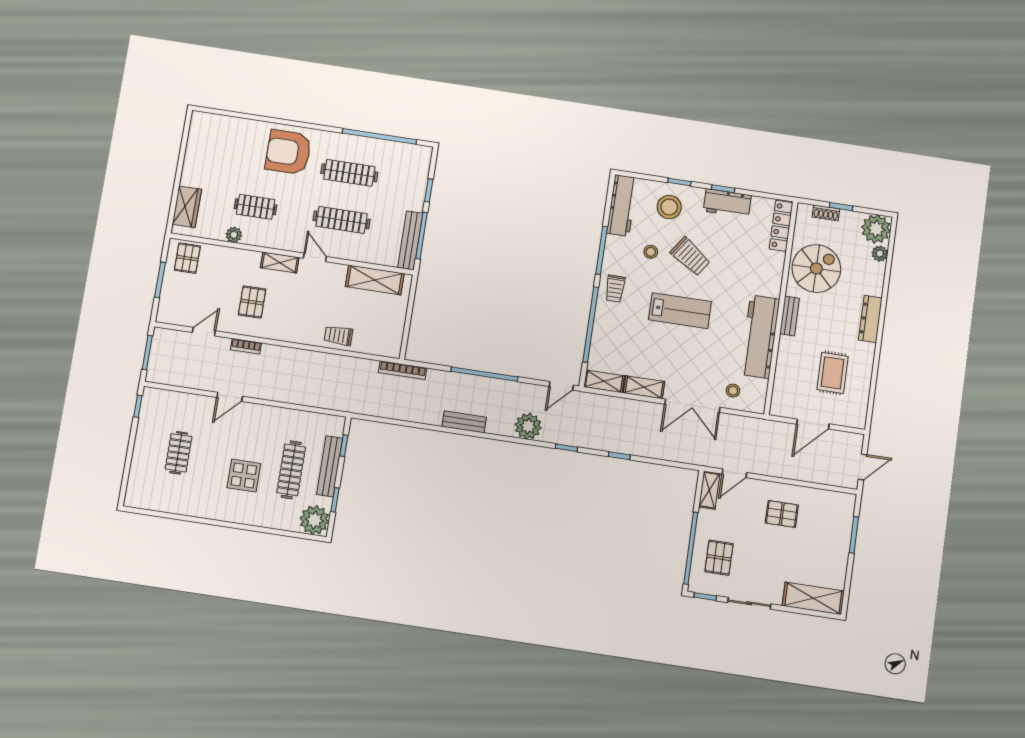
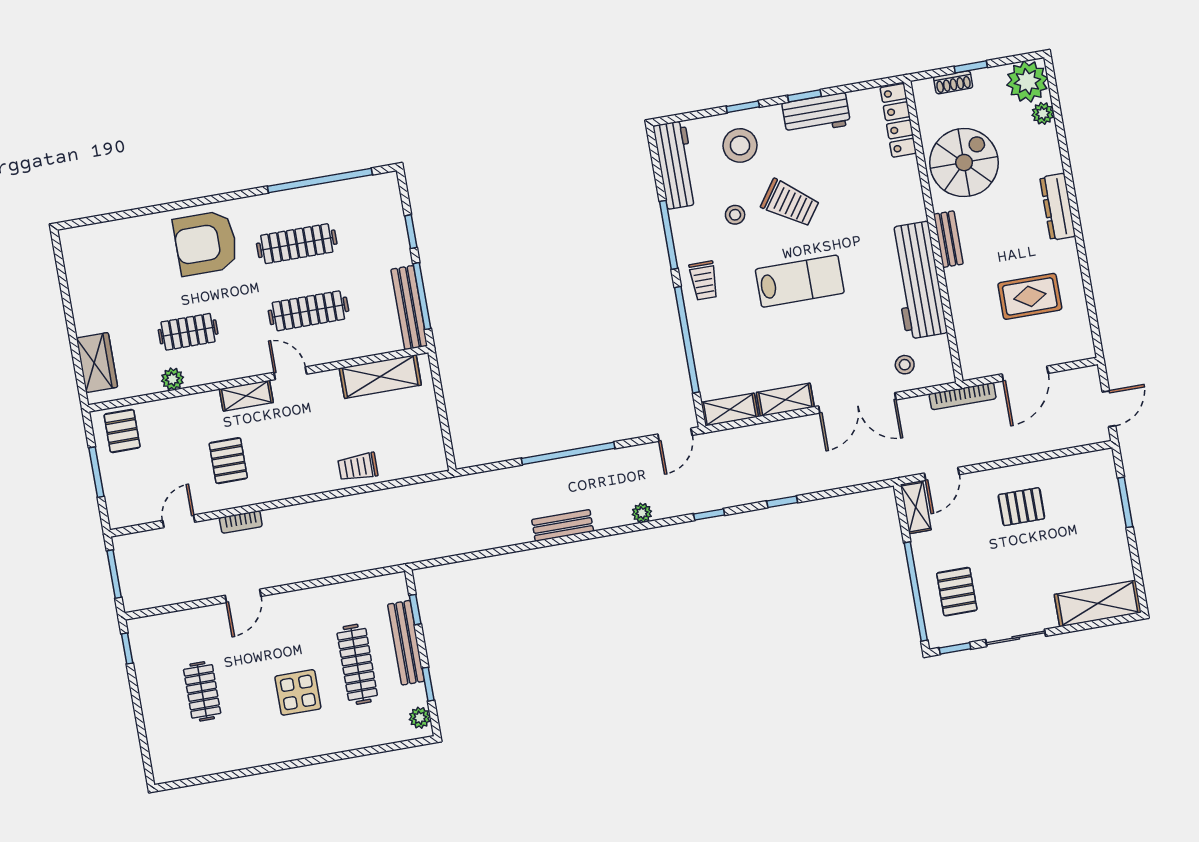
bookcase: (403, 370) -> (963, 396), moved
rug: (833, 373) -> (1030, 296), turned 90
plant: (528, 426) -> (642, 513), width x0.53, depth x0.53
plant: (314, 520) -> (420, 718), width x0.53, depth x0.53

